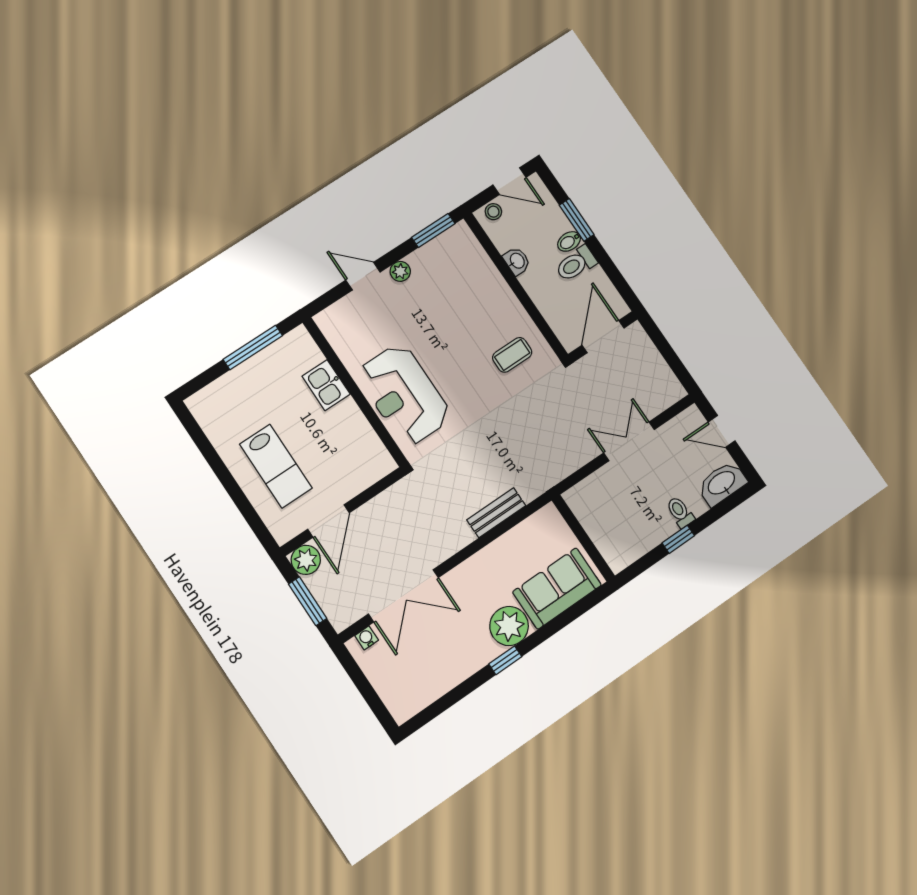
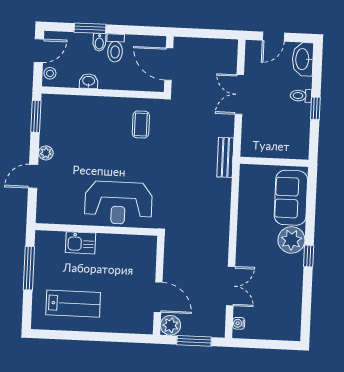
lab bench: (276, 466) -> (73, 304), moved
bench: (496, 513) -> (225, 157), moved
double door: (404, 596) -> (231, 286), width x0.73

